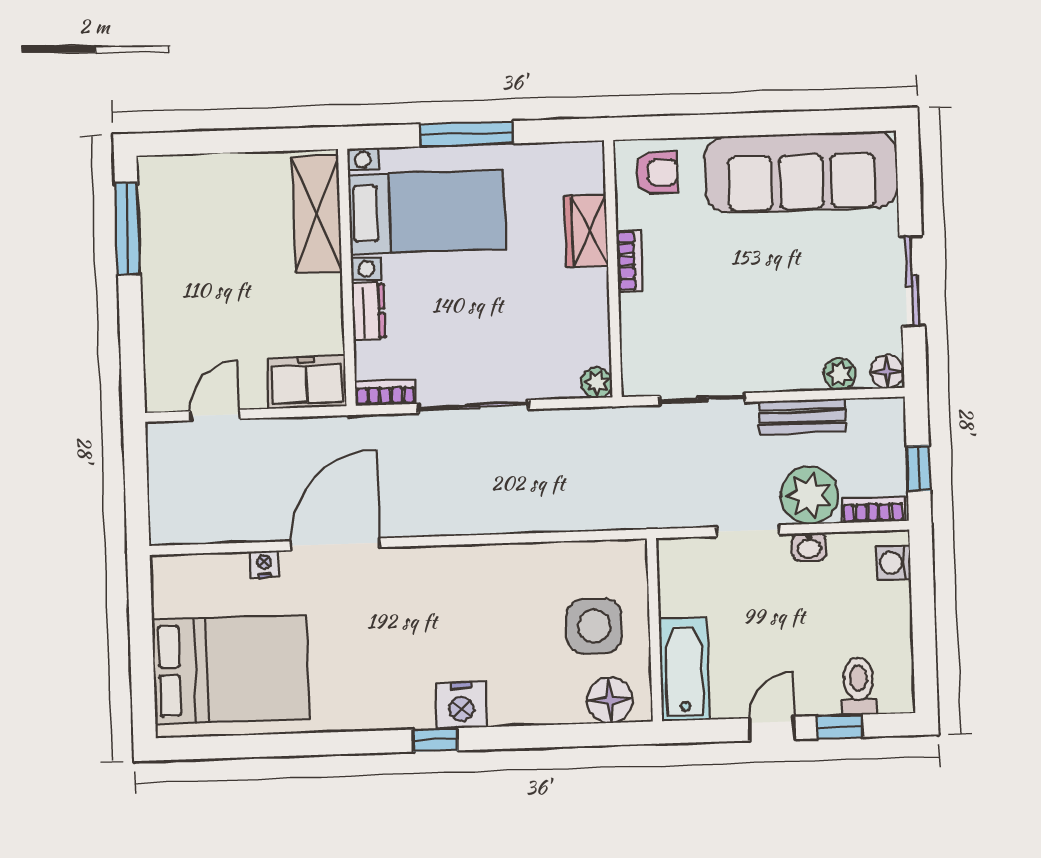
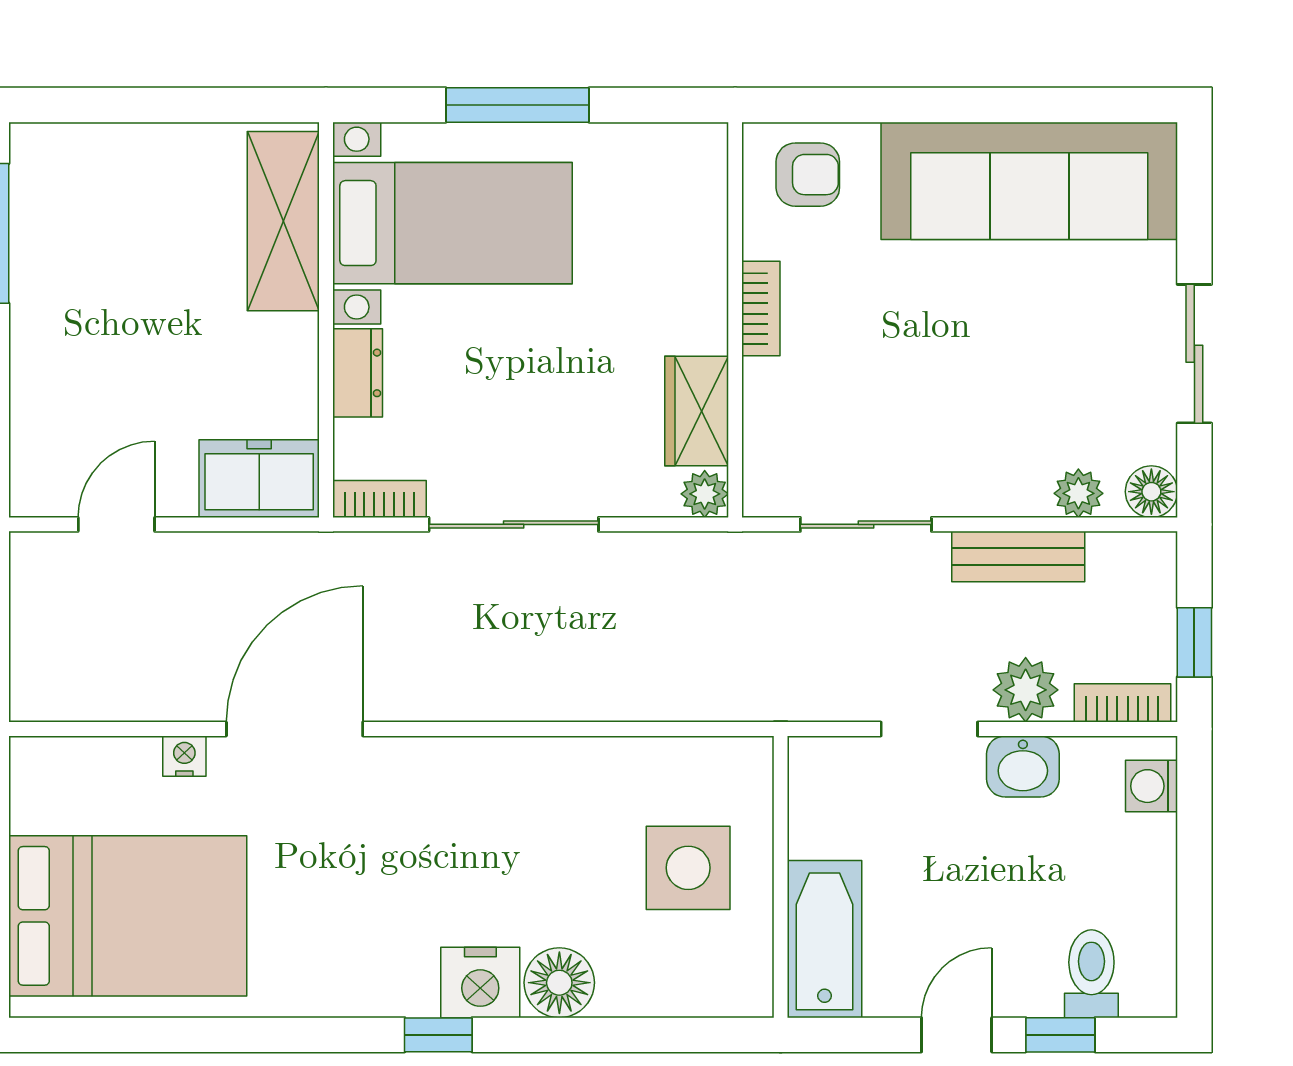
wardrobe: (586, 231) -> (697, 411), moved
plant: (809, 495) -> (1026, 690), width x0.73, depth x0.73
washbasin: (809, 547) -> (1023, 766), width x1.38, depth x1.45
floor lamp: (610, 700) -> (559, 983), moved

